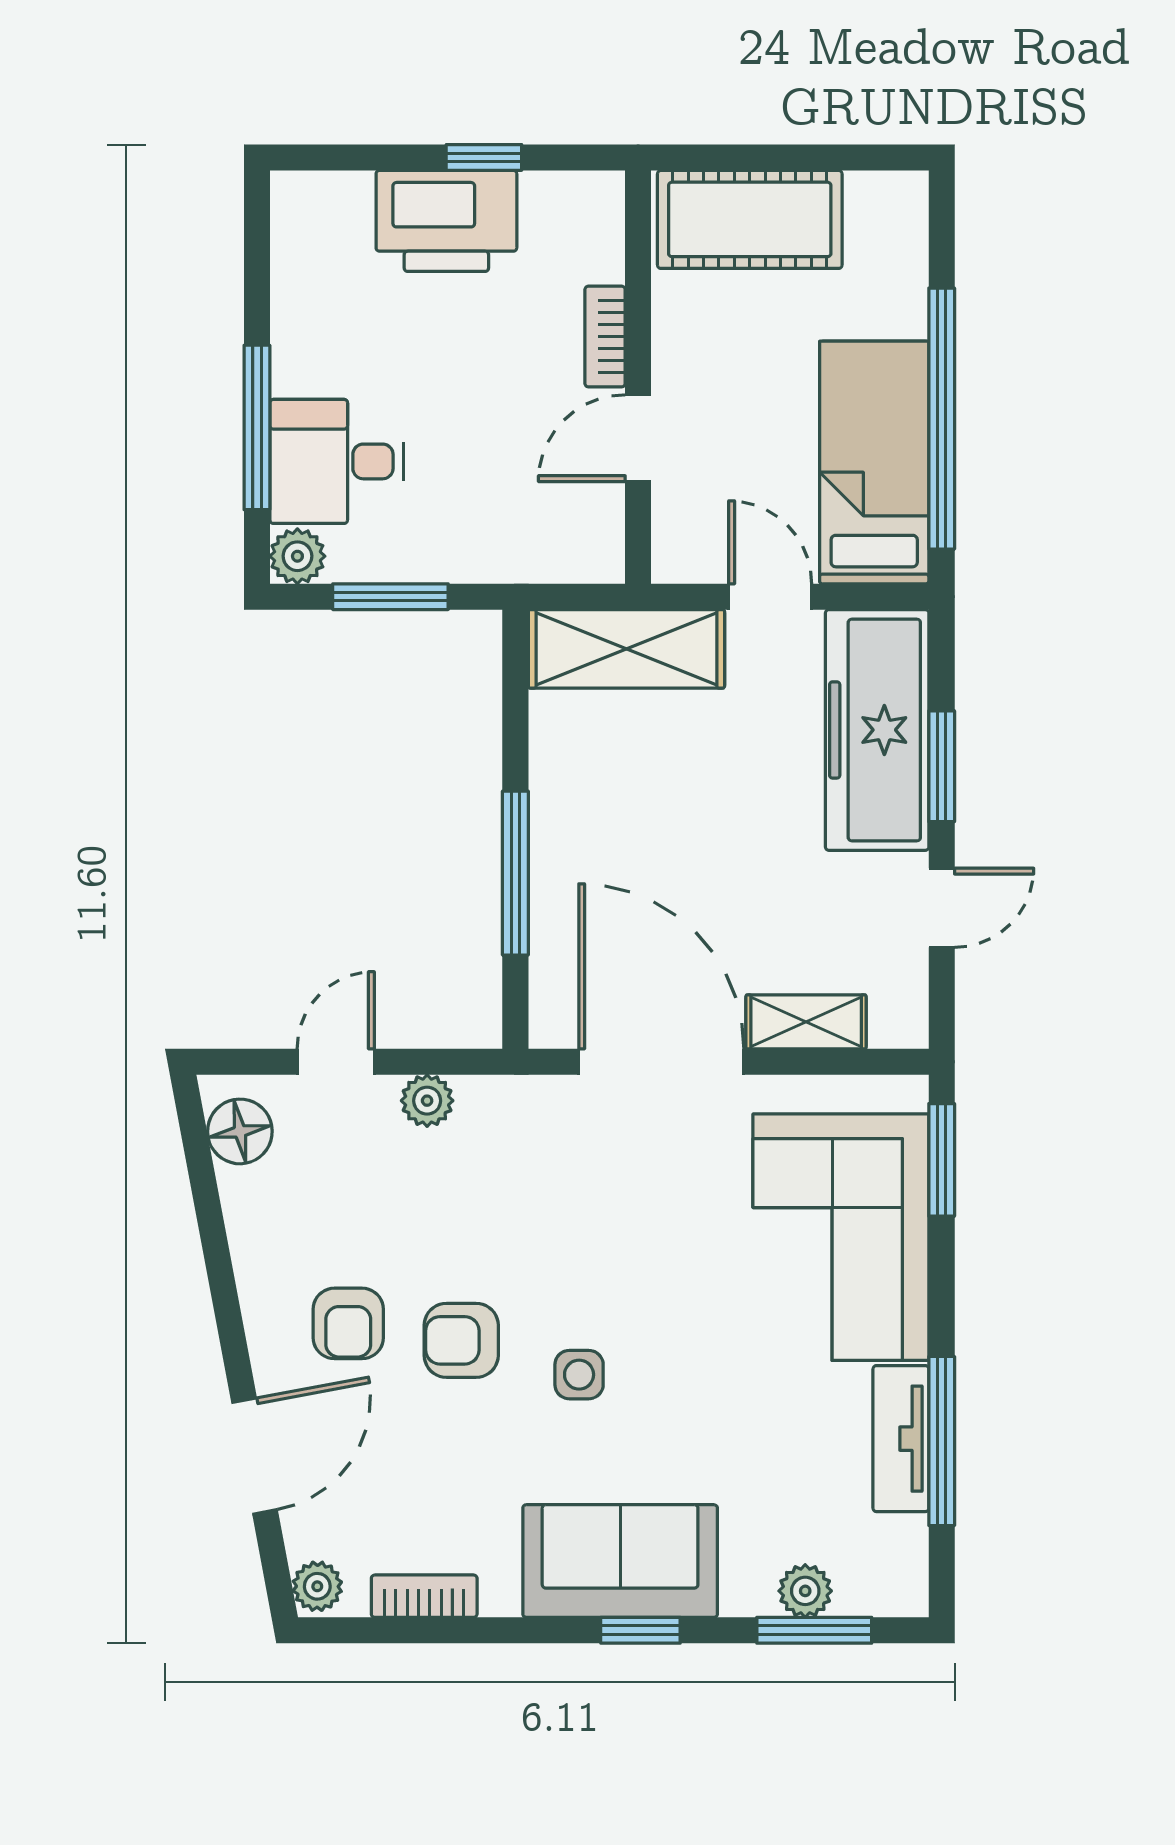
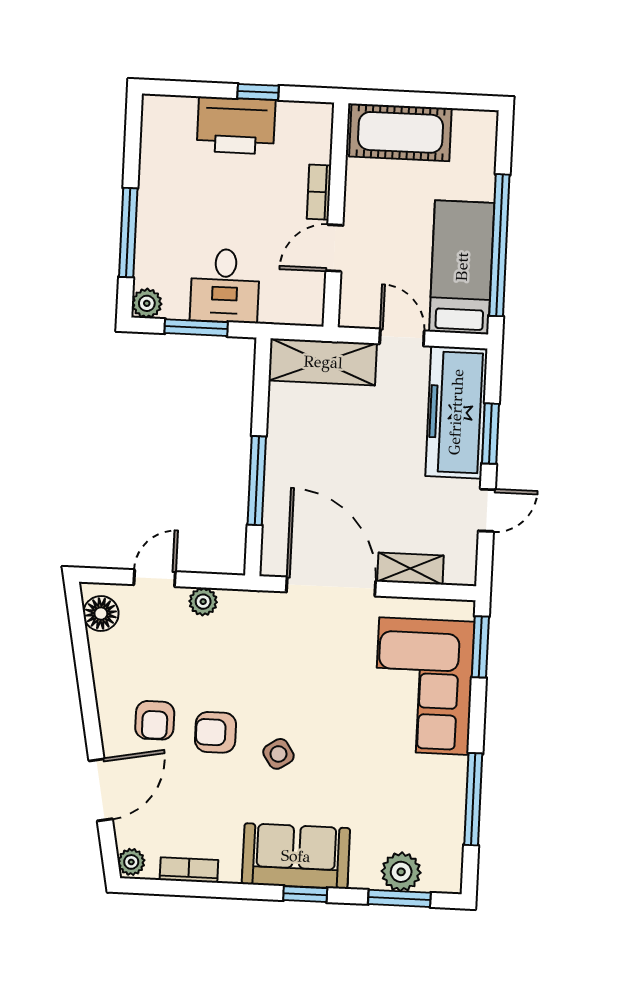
desk: (337, 461) -> (225, 286), moved, turned -90
side table: (579, 1375) -> (278, 754), turned -33
tv unit: (901, 1439) -> (451, 797), removed
plant: (805, 1591) -> (401, 872), width x1.38, depth x1.38

